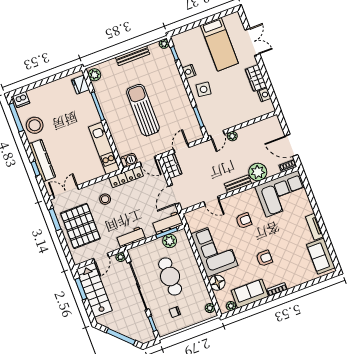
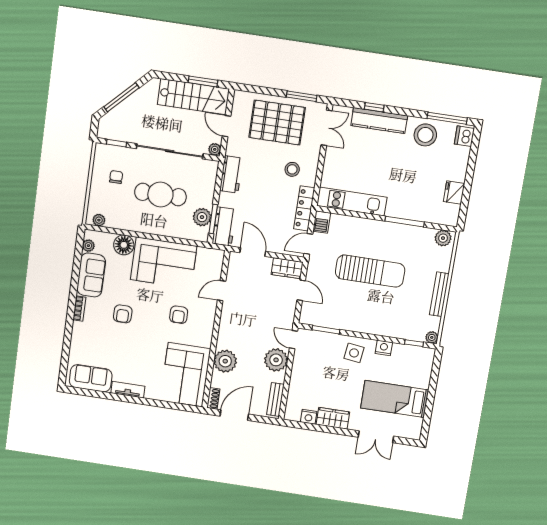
fridge: (81, 85) -> (454, 193), moved, turned -90
plant: (232, 136) -> (276, 360), width x1.87, depth x1.87
bench: (238, 184) -> (275, 399), moved

